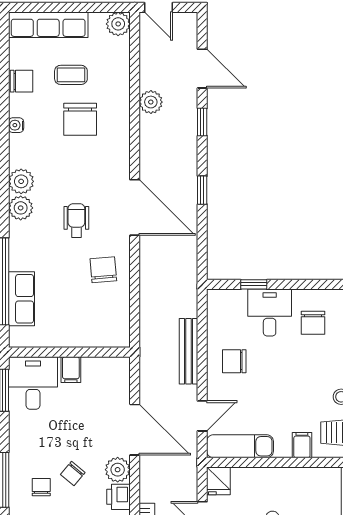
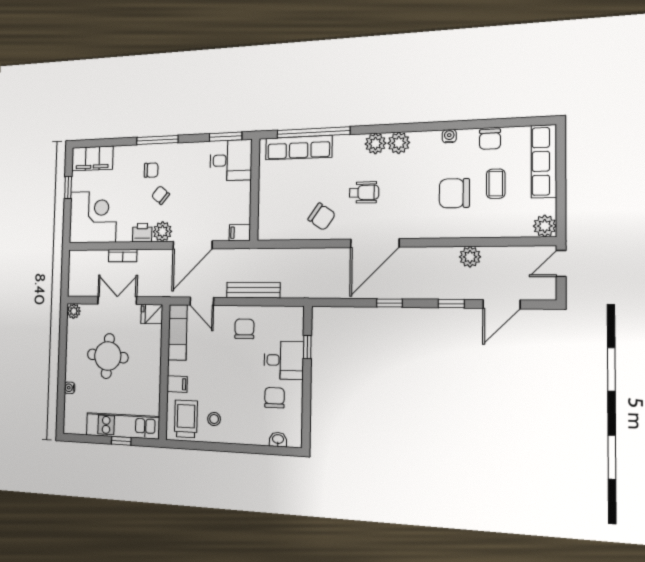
chair: (103, 270) -> (322, 217), turned 40
row of seats: (21, 299) -> (299, 148), width x1.48
chair: (313, 323) -> (274, 398), turned 90
filing cabinet: (71, 370) -> (240, 233), moved

